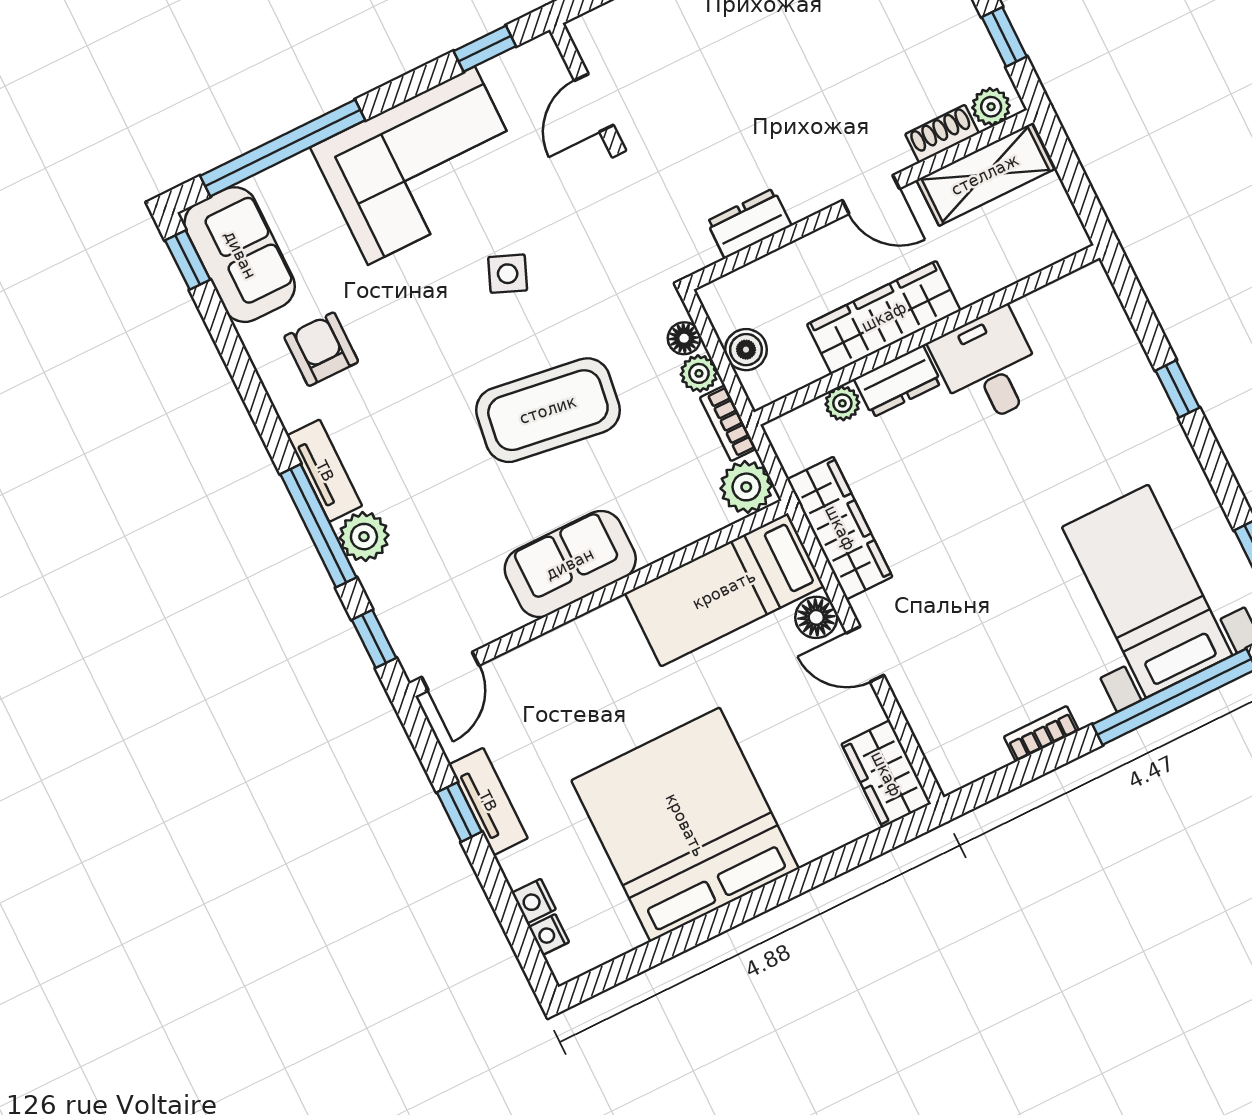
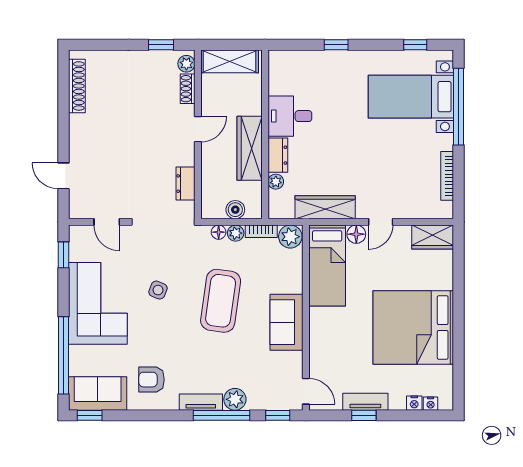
shelving: (985, 175) -> (230, 61), moved, turned 90
bookcase: (1041, 734) -> (447, 176), width x1.56

